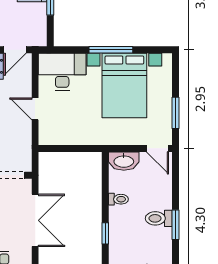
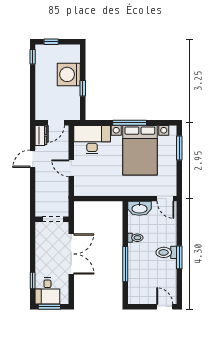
window: (176, 113) -> (179, 148), moved
window: (105, 233) -> (125, 264), width x2.17

